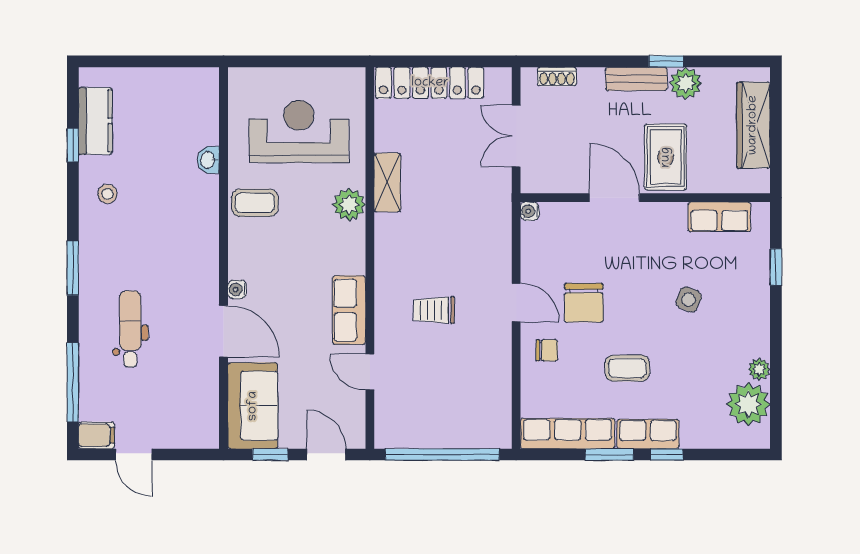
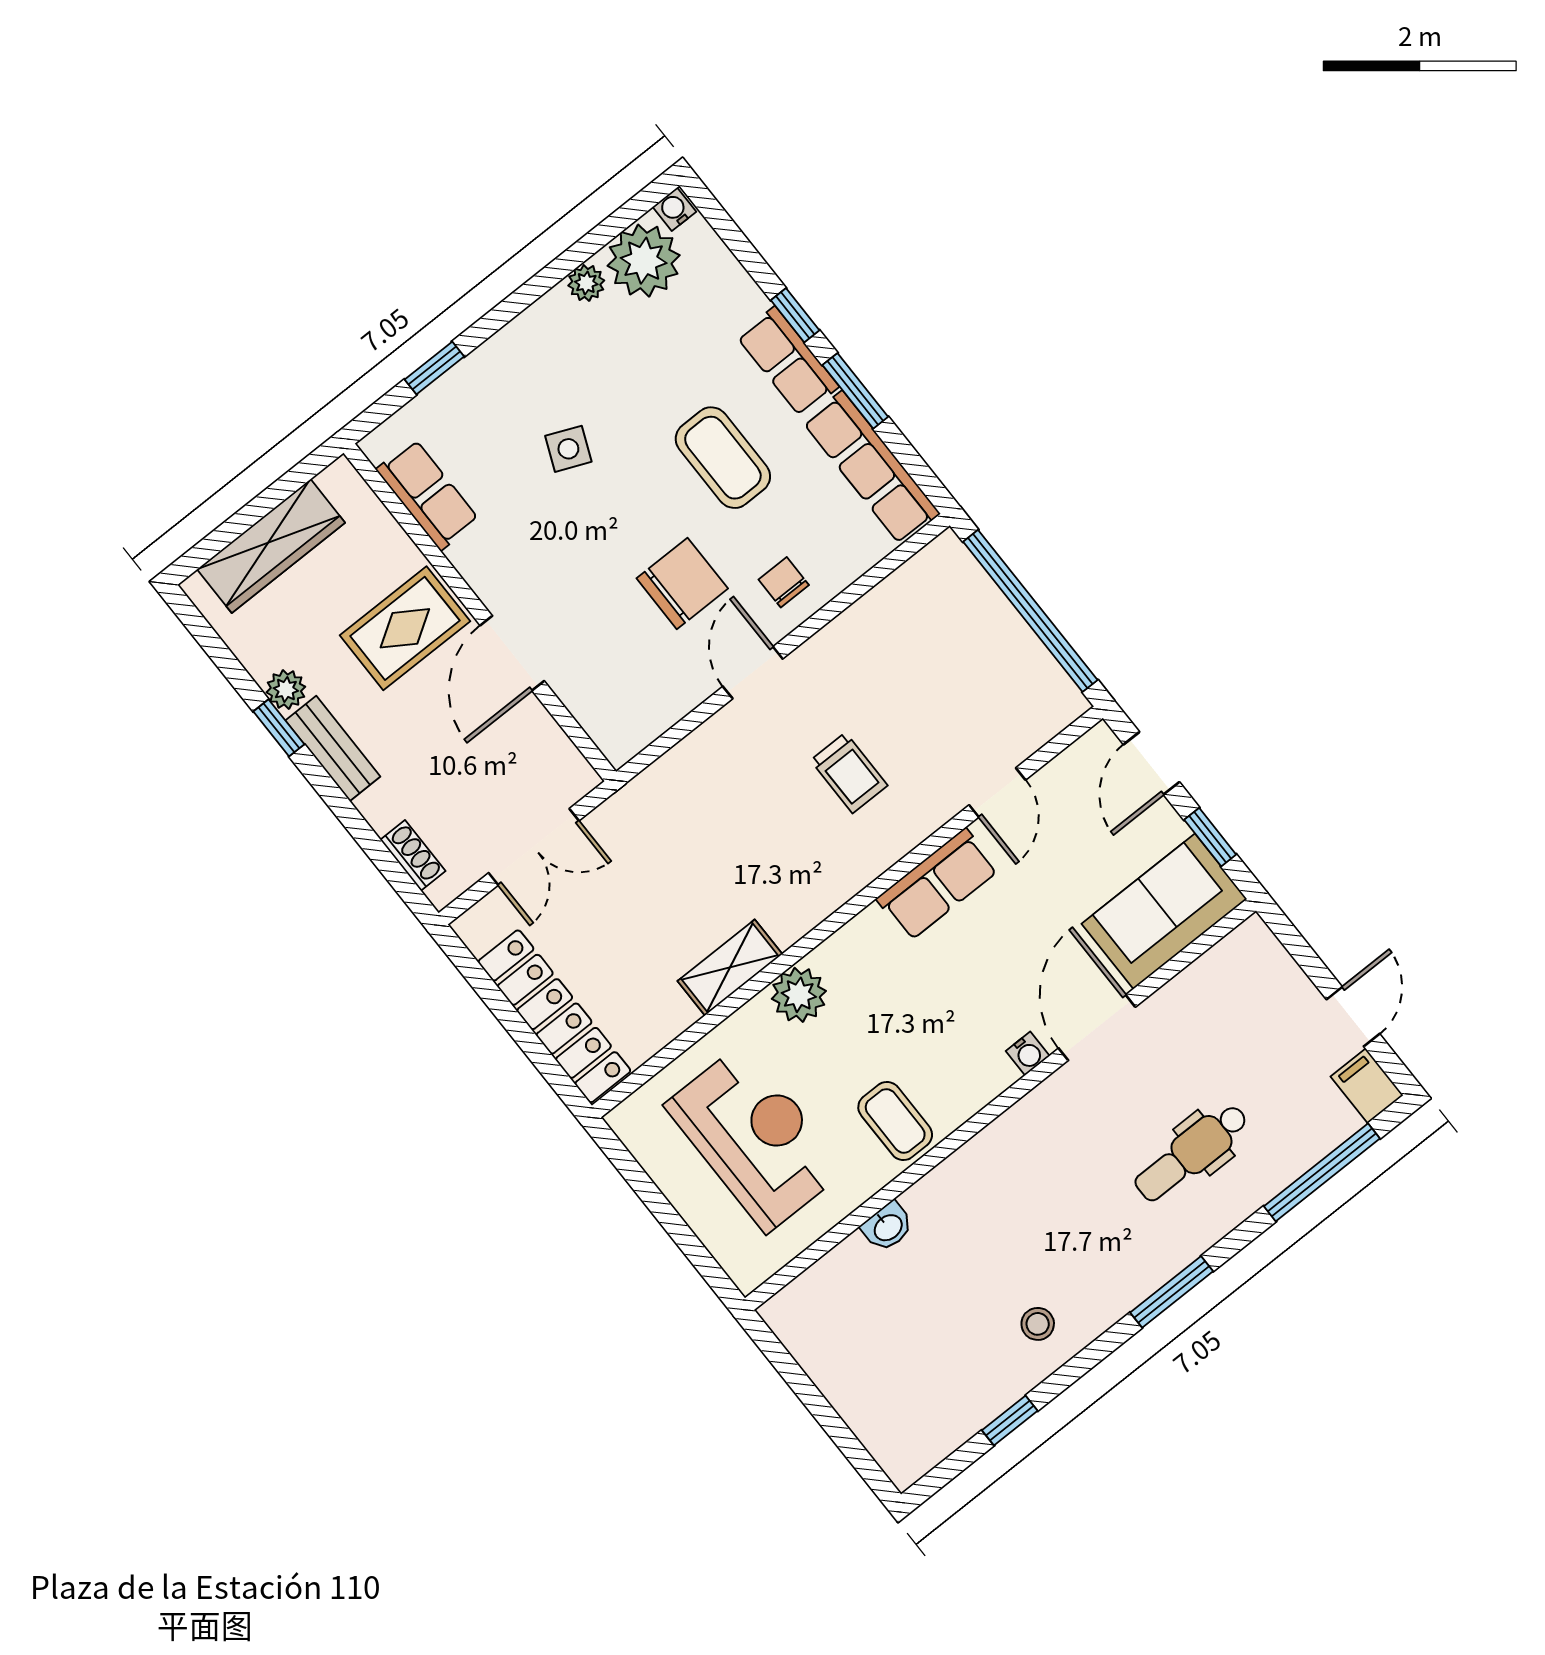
plant: (686, 83) -> (286, 690), width x0.73, depth x0.73
kitchen counter: (95, 121) -> (954, 1416), removed
reception desk: (299, 131) -> (755, 1138), turned 180
water cooler: (530, 211) -> (674, 209), moved, turned 180
coffee table: (627, 368) -> (723, 458), width x1.36, depth x1.30

